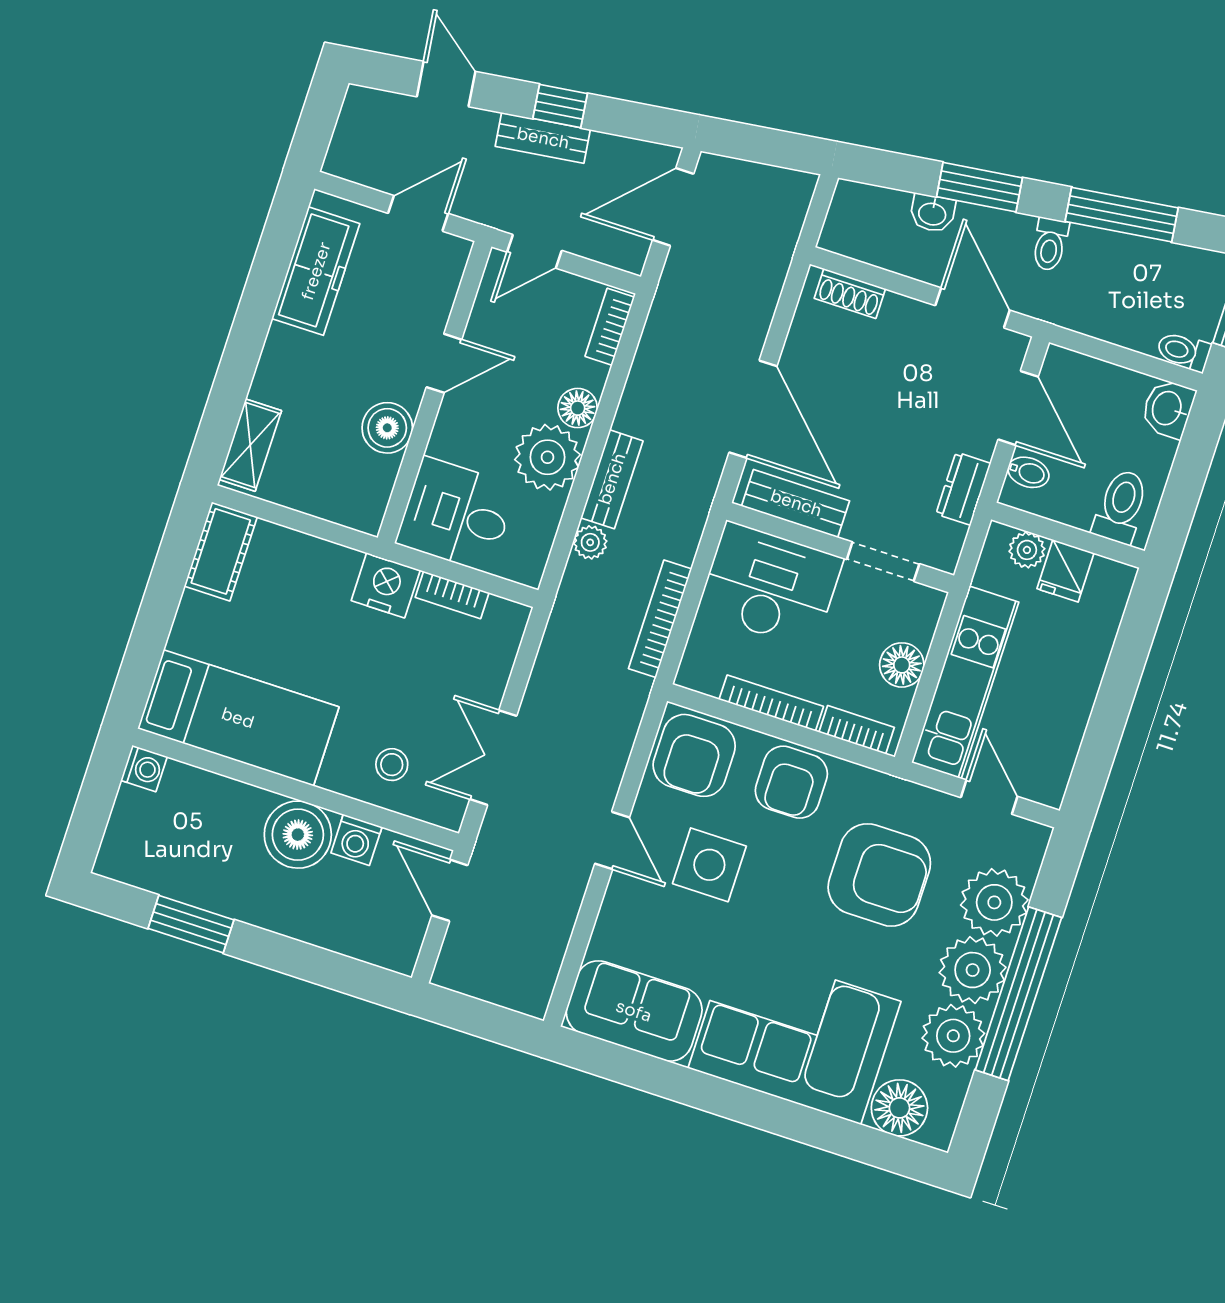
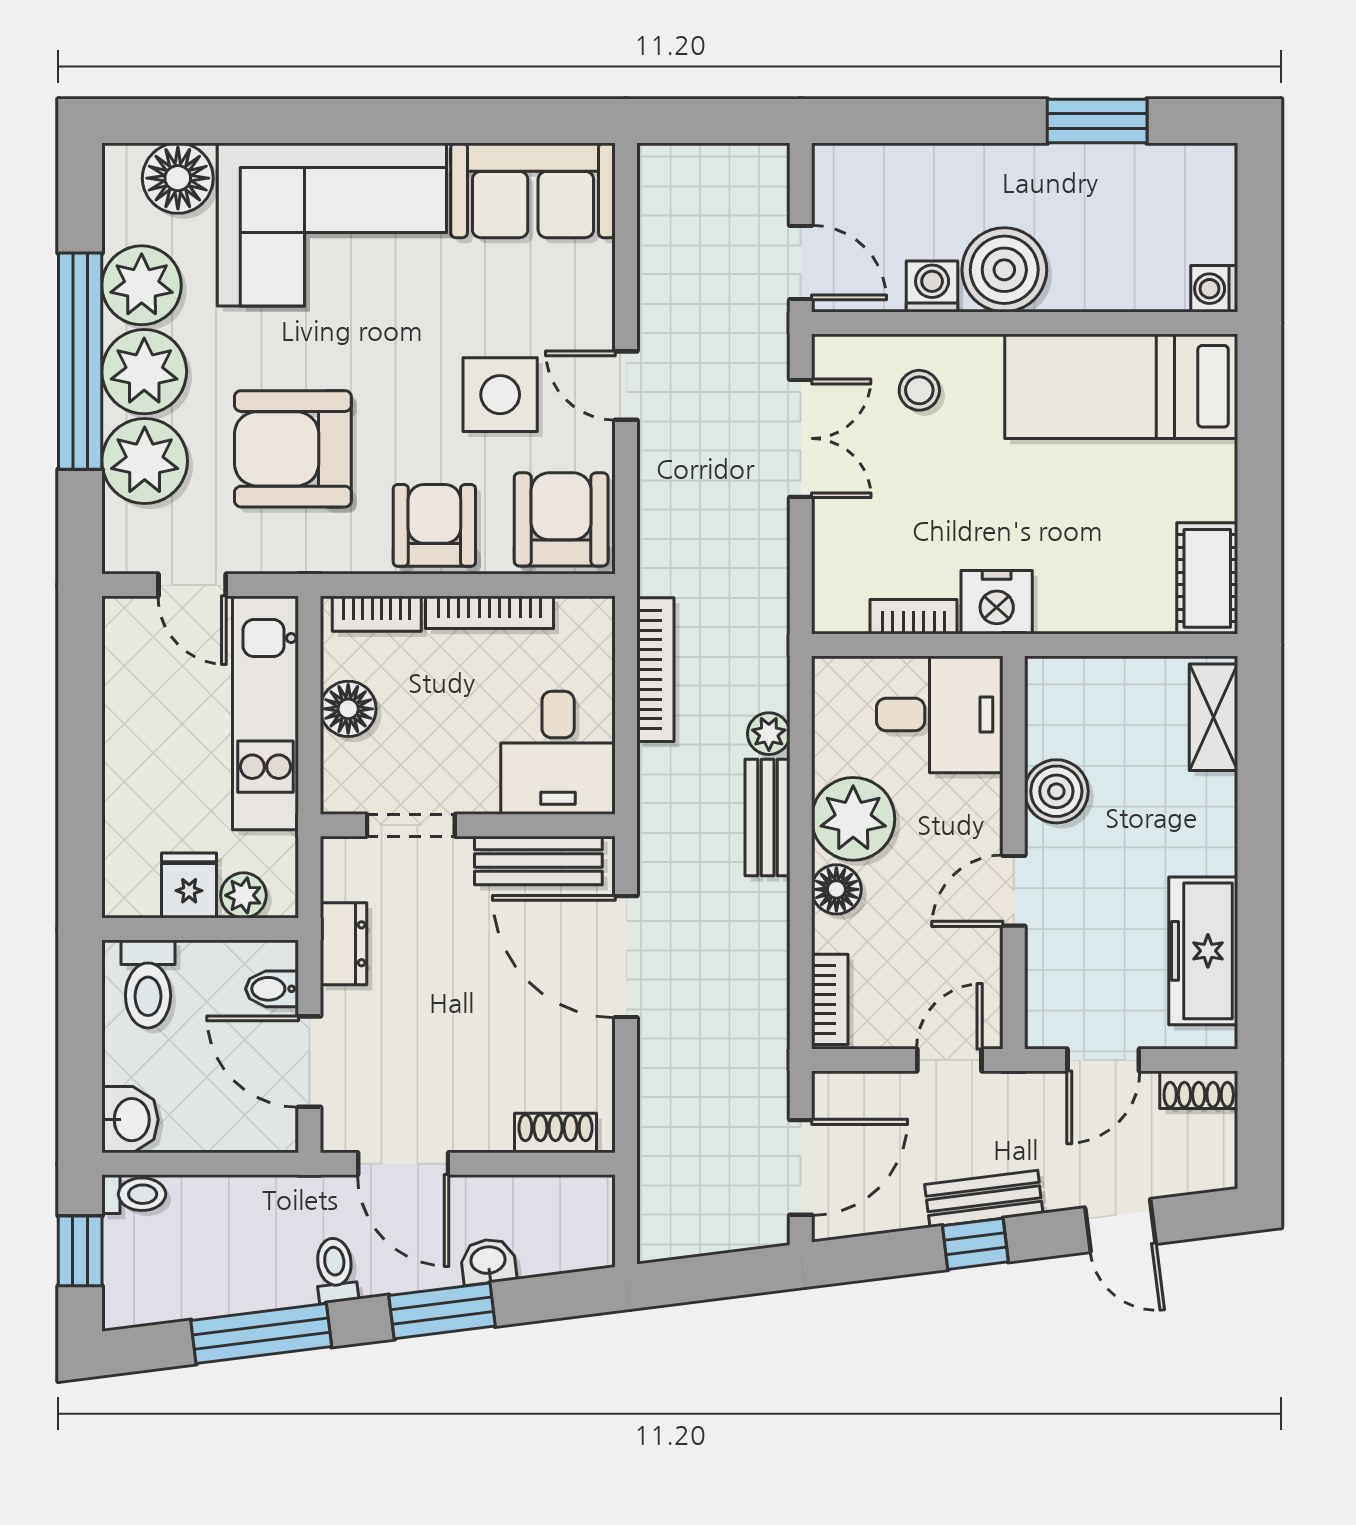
shoe rack: (353, 167) -> (1199, 1090), added
desk: (770, 585) -> (558, 753), width x0.73

